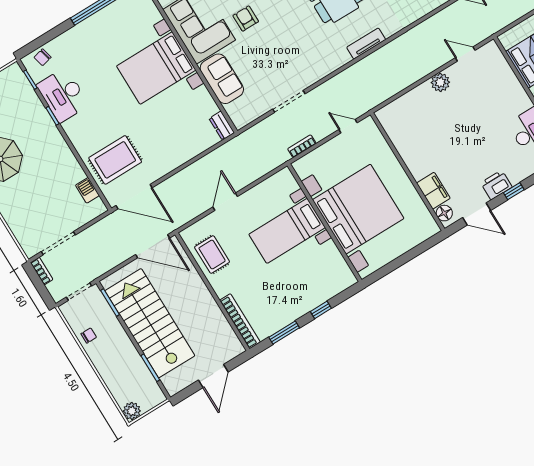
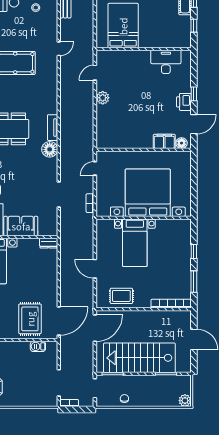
floor lamp: (337, 56) -> (50, 149), added

